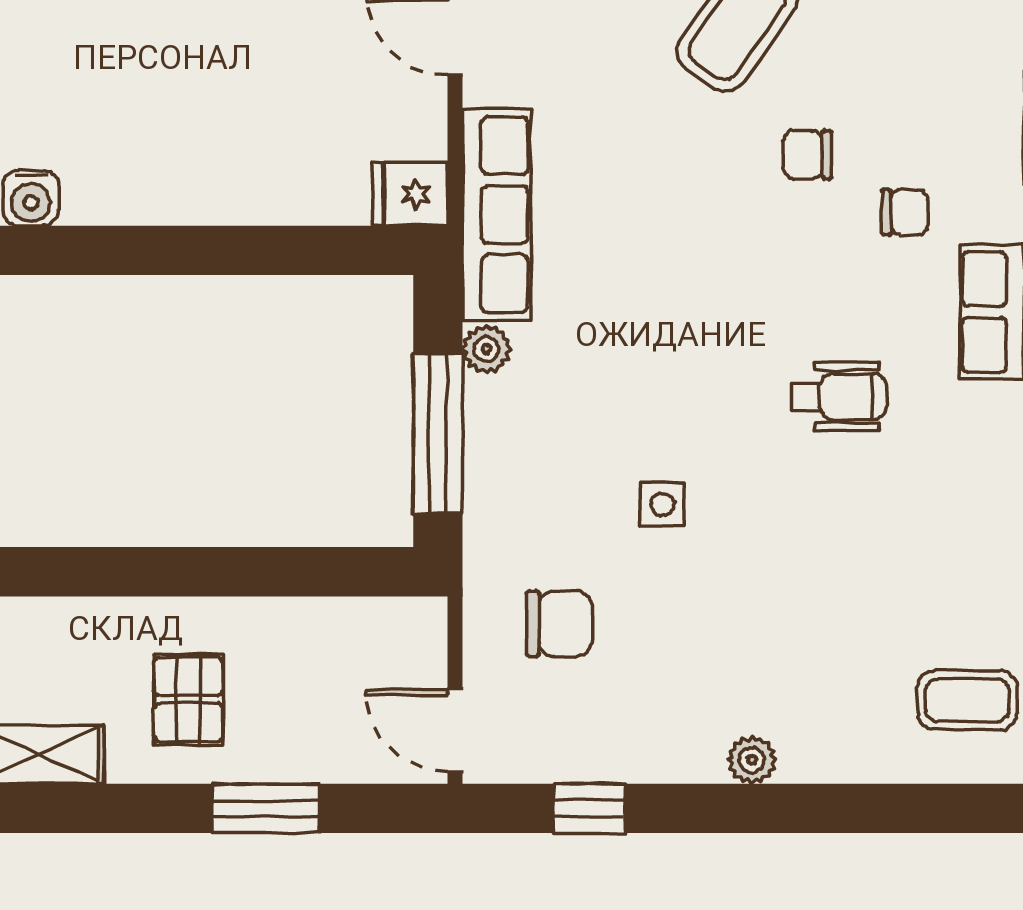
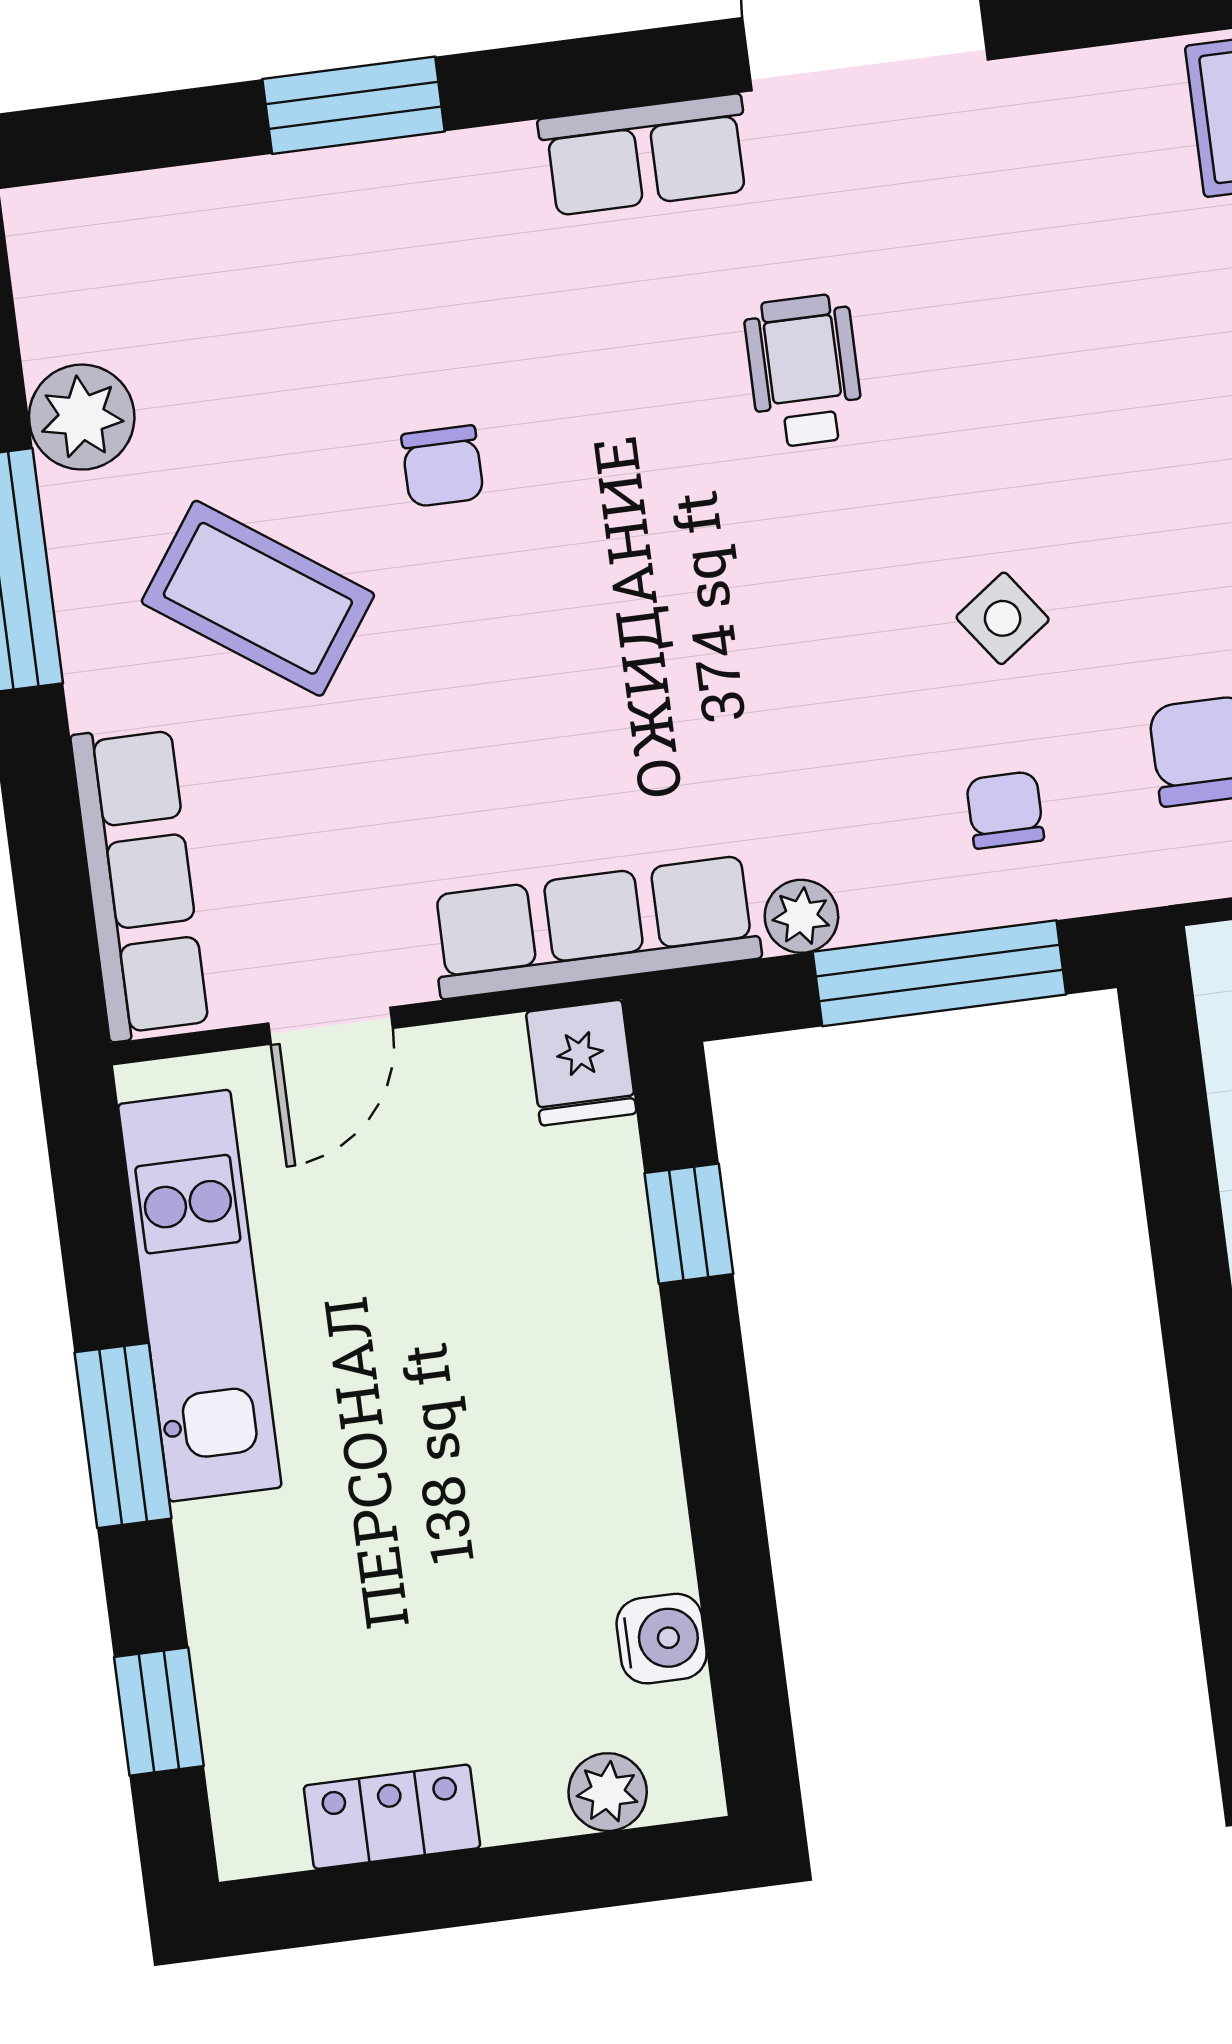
chair: (905, 212) -> (1005, 810), moved
window: (297, 250) -> (689, 1224), added
side table: (662, 504) -> (1003, 618), turned -36

